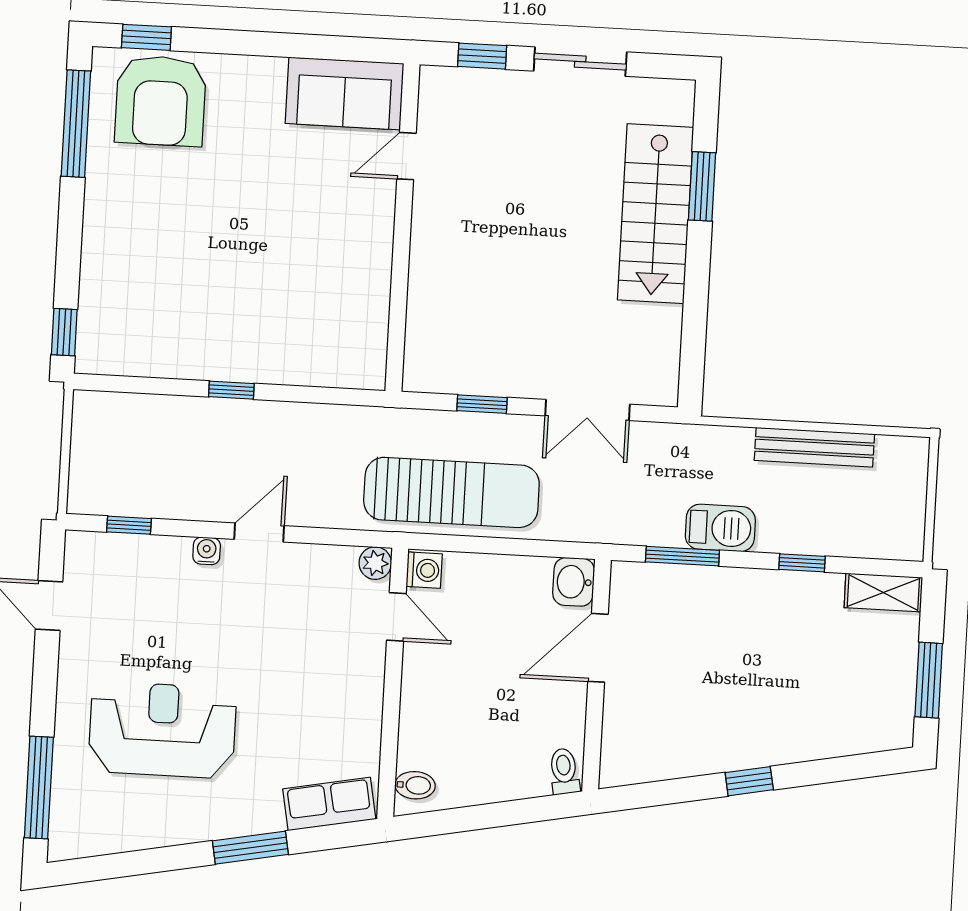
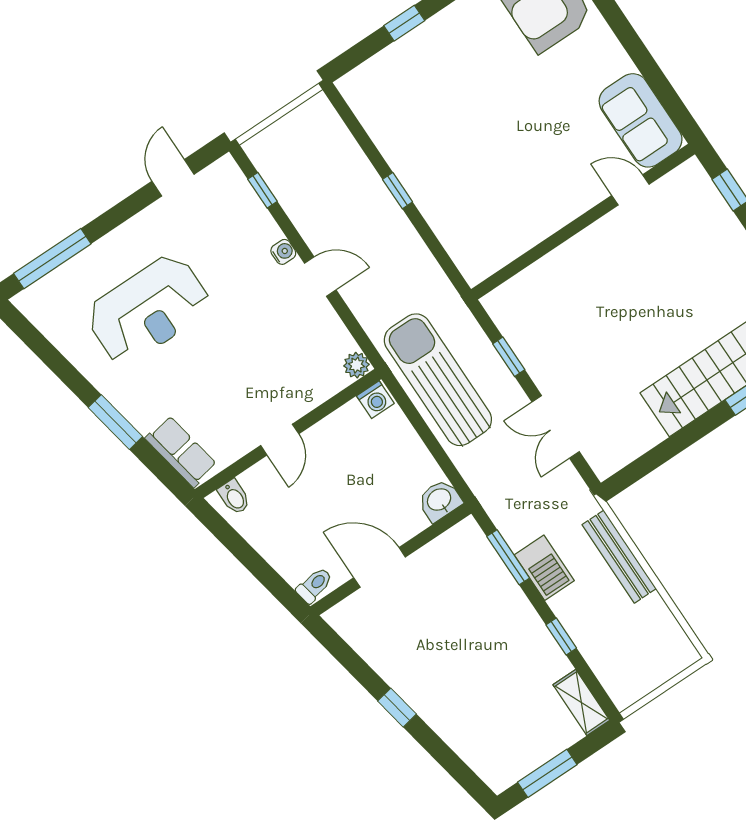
window: (64, 332) -> (404, 23), moved
bench: (814, 447) -> (619, 557), moved
sun lounger: (451, 492) -> (438, 380), turned 180
door: (396, 617) -> (280, 440), moved
door: (598, 648) -> (380, 567), moved
reception desk: (162, 730) -> (148, 310), turned 90

